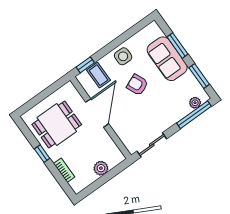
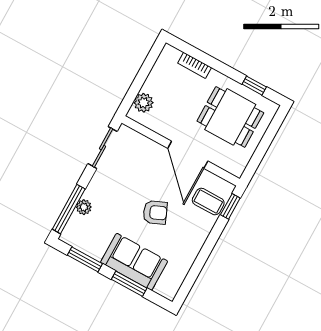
side table: (123, 56) -> (189, 239), removed
plant: (195, 103) -> (84, 207), moved
dining table: (57, 124) -> (230, 117), turned 90
window: (42, 154) -> (254, 86), moved
plant: (101, 168) -> (144, 103), moved

